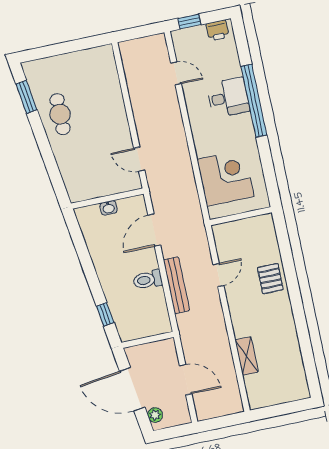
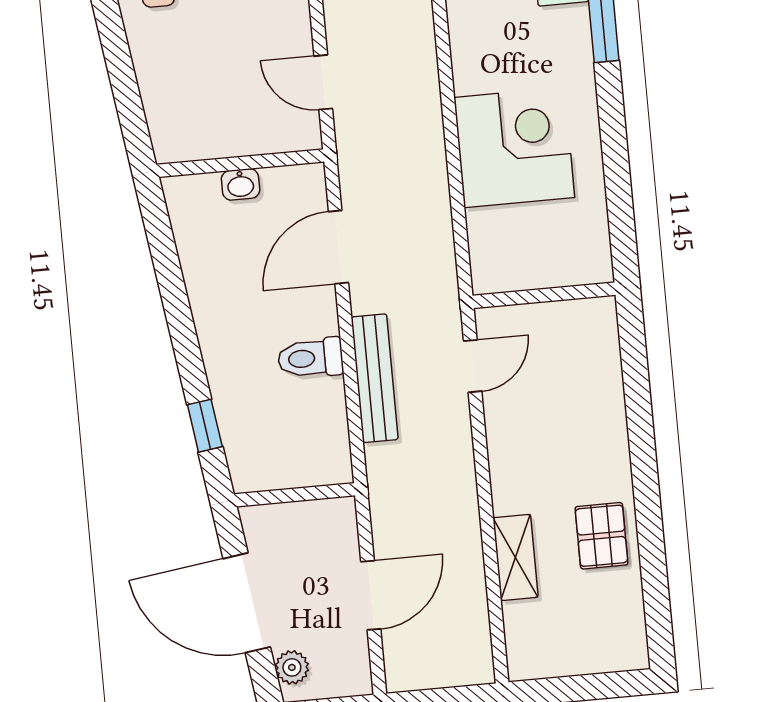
wall: (241, 216) -> (544, 295), moved
pallet: (270, 279) -> (601, 536), moved
door: (186, 380) -> (371, 595), hinge flipped

